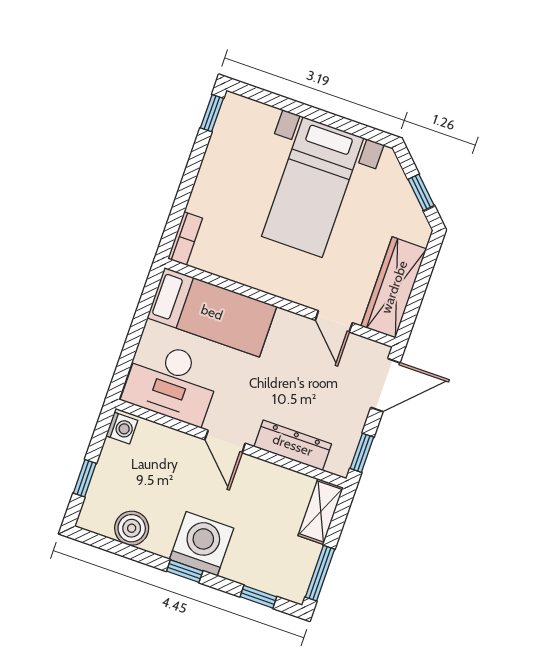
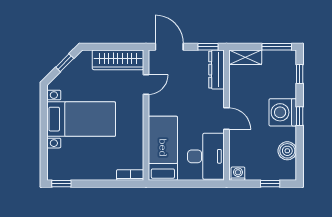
door: (225, 441) -> (226, 119), hinge flipped
dresser: (293, 445) -> (216, 70), moved

